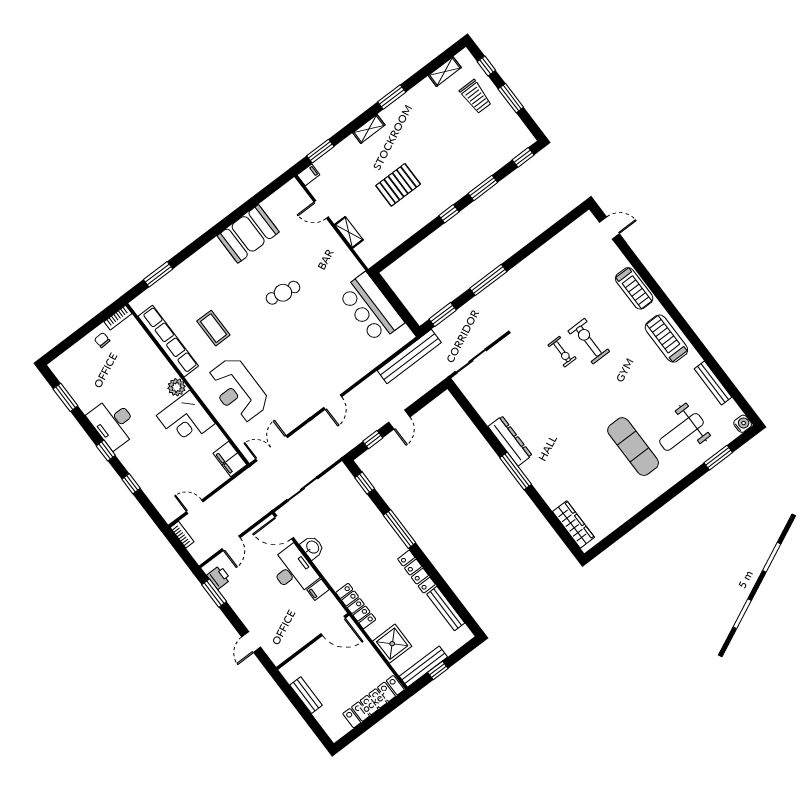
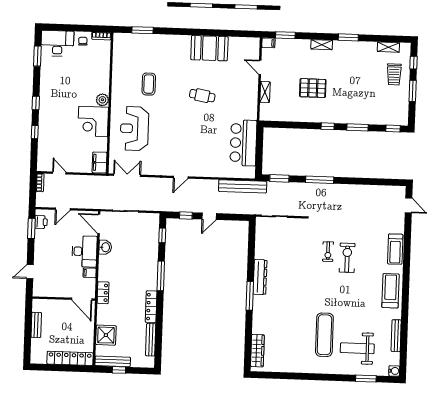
row of seats: (168, 341) -> (118, 71), removed
desk: (113, 423) -> (57, 43), moved, turned 90
locker: (356, 606) -> (103, 293), width x0.66

